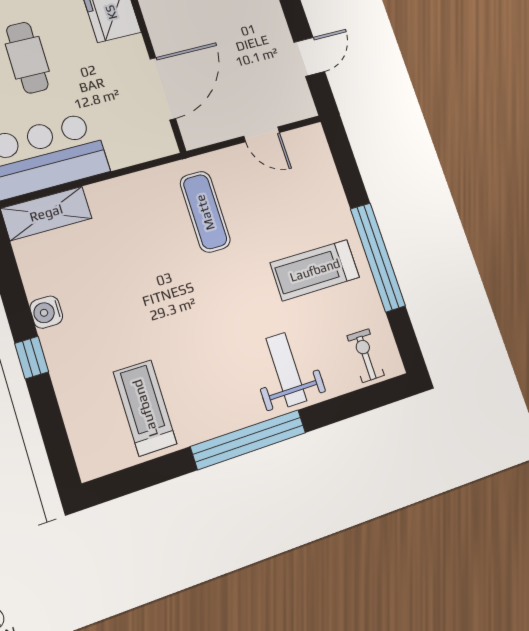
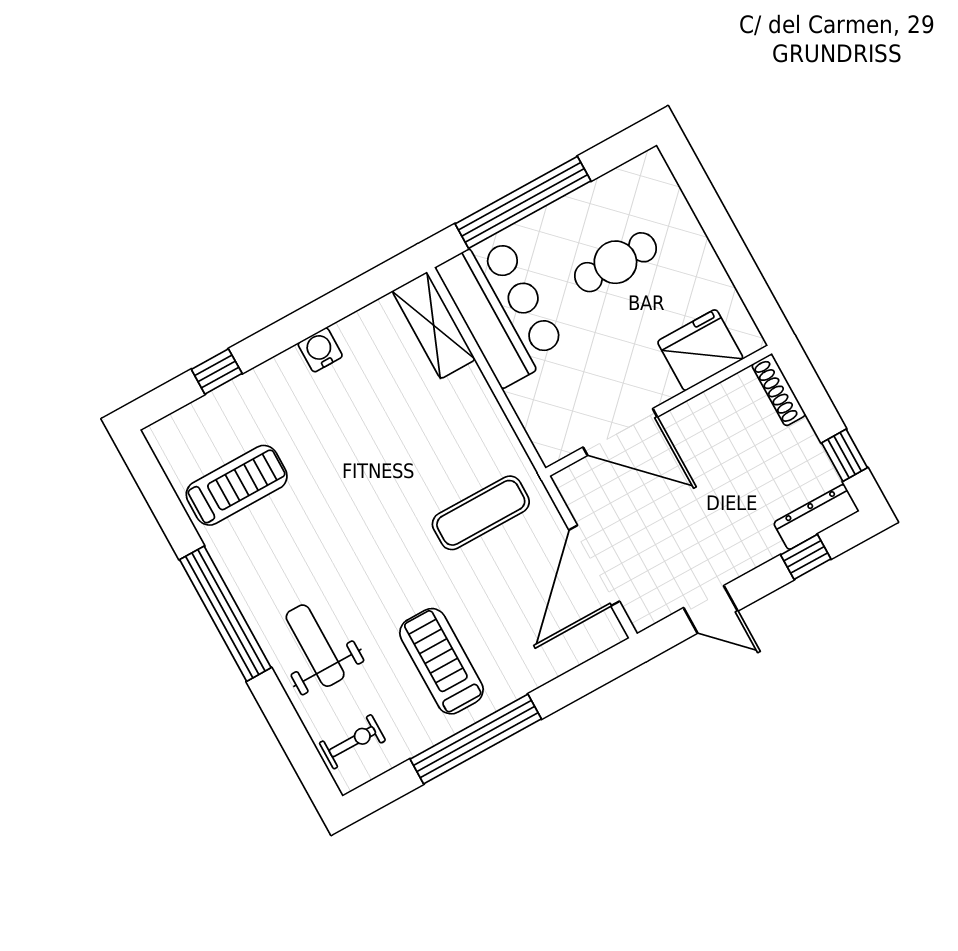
door: (262, 134) -> (594, 566), width x1.88
window: (32, 358) -> (217, 371), moved
weight bench: (286, 369) -> (315, 646), turned -90

